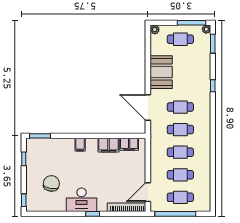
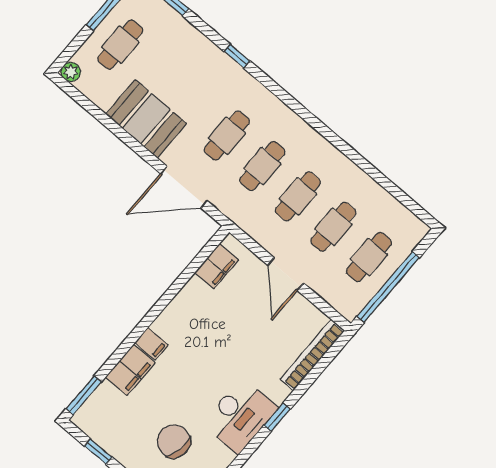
filing cabinet: (108, 145) -> (130, 370), moved
door: (148, 192) -> (286, 274), moved

